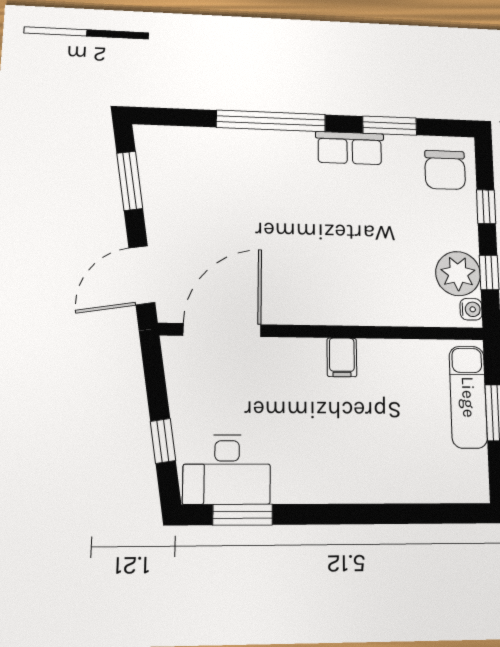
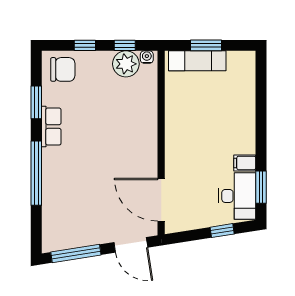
window: (130, 181) -> (76, 254), width x1.44
filing cabinet: (342, 357) -> (245, 163), moved, turned 180

